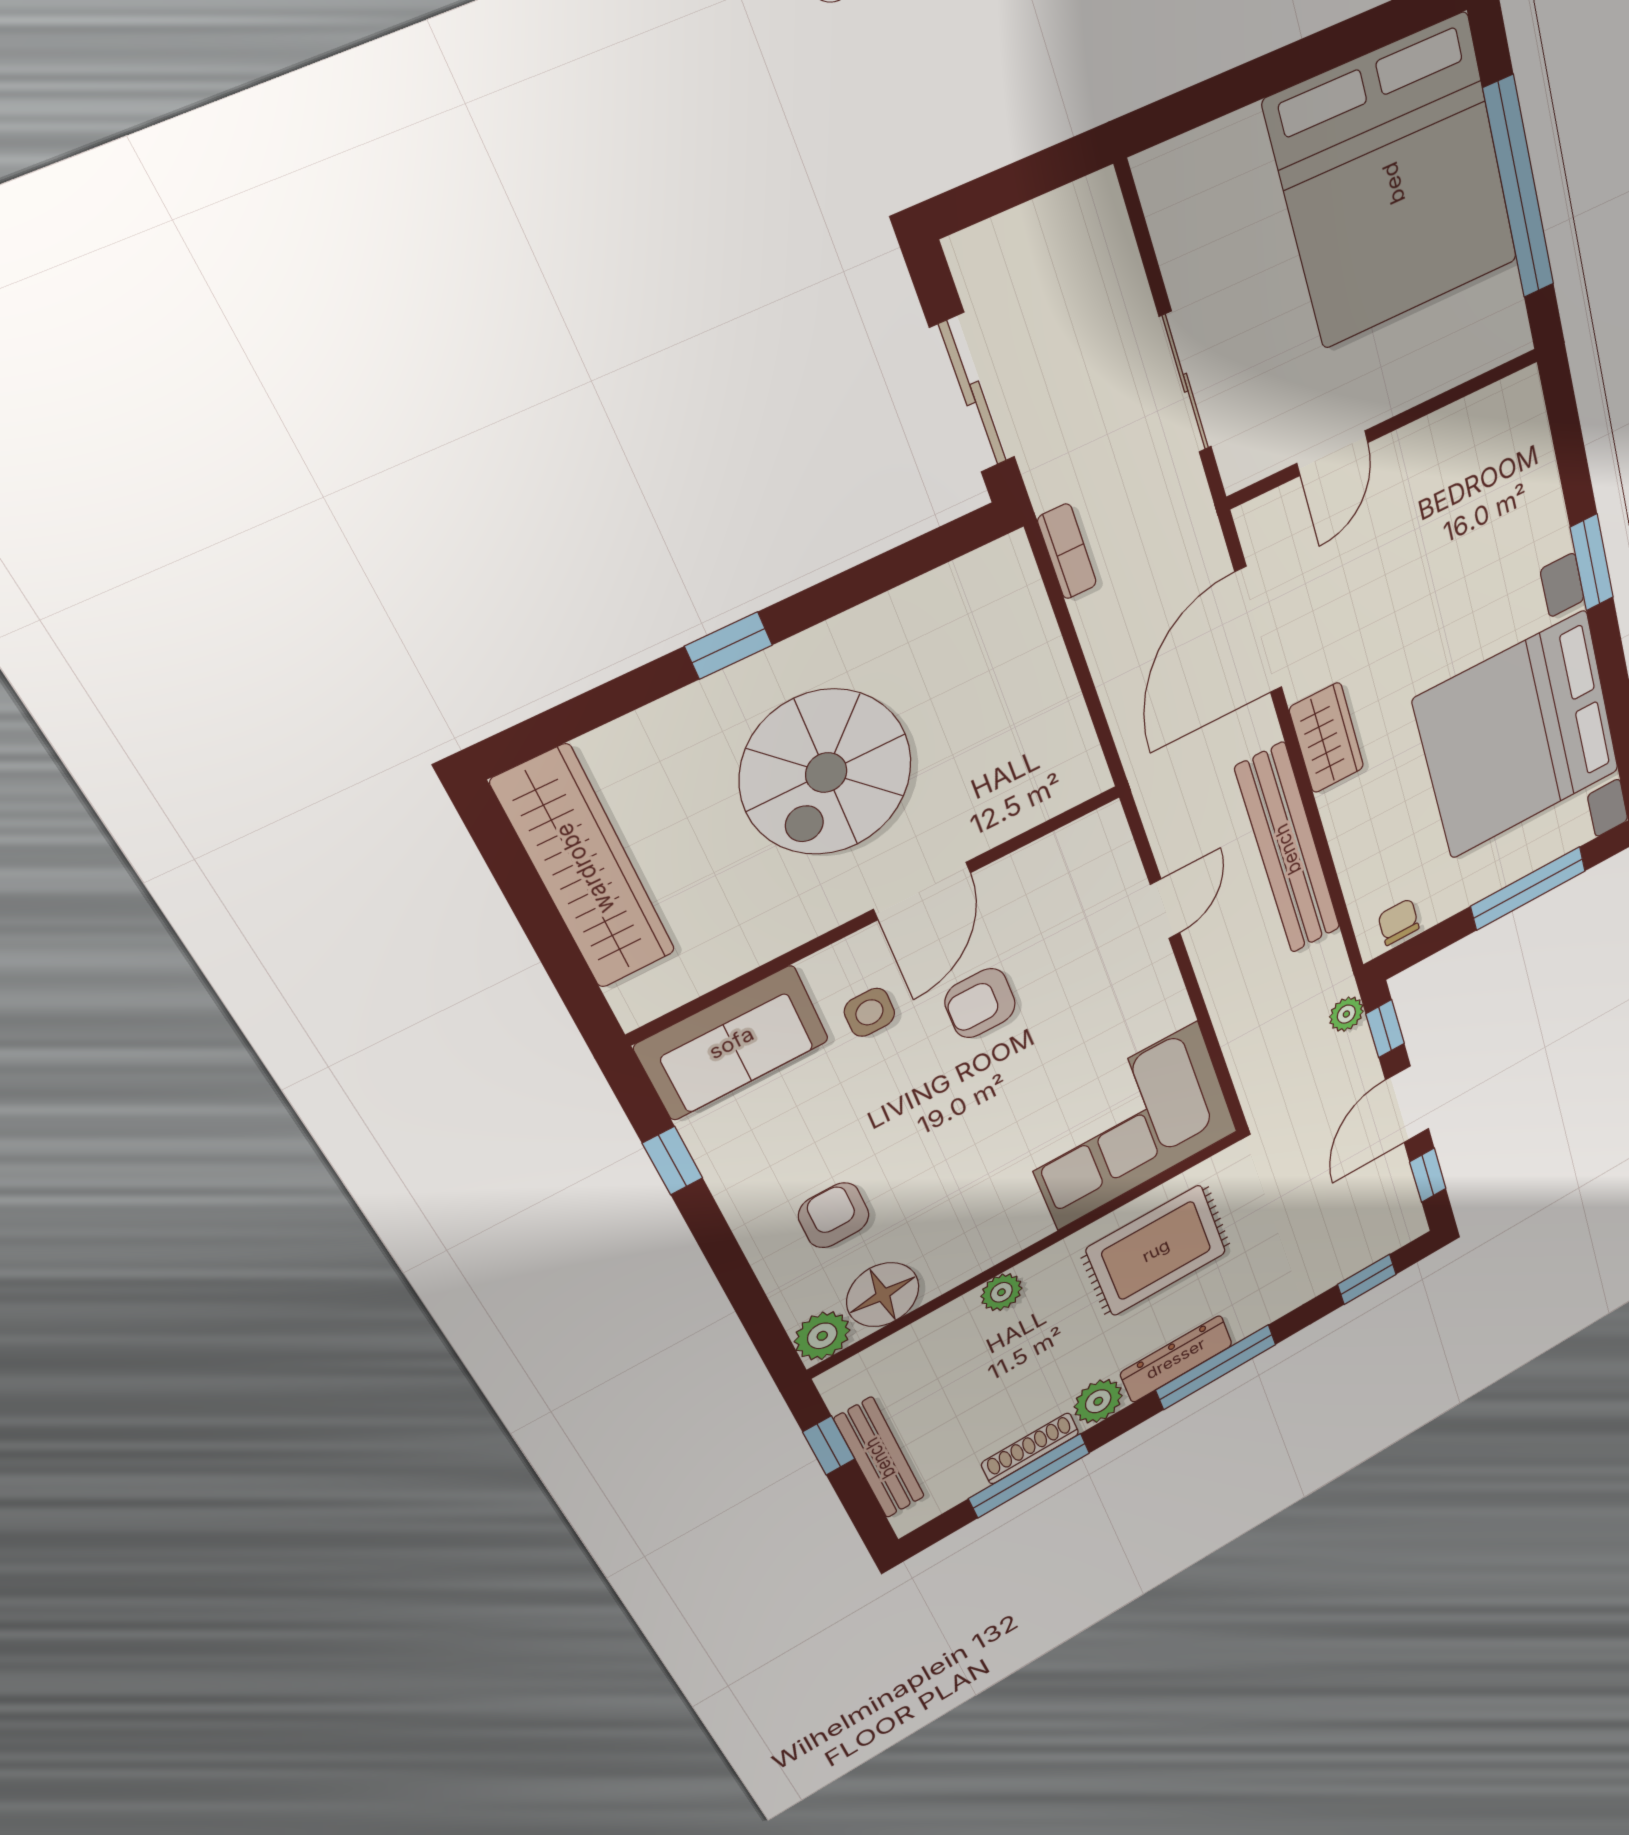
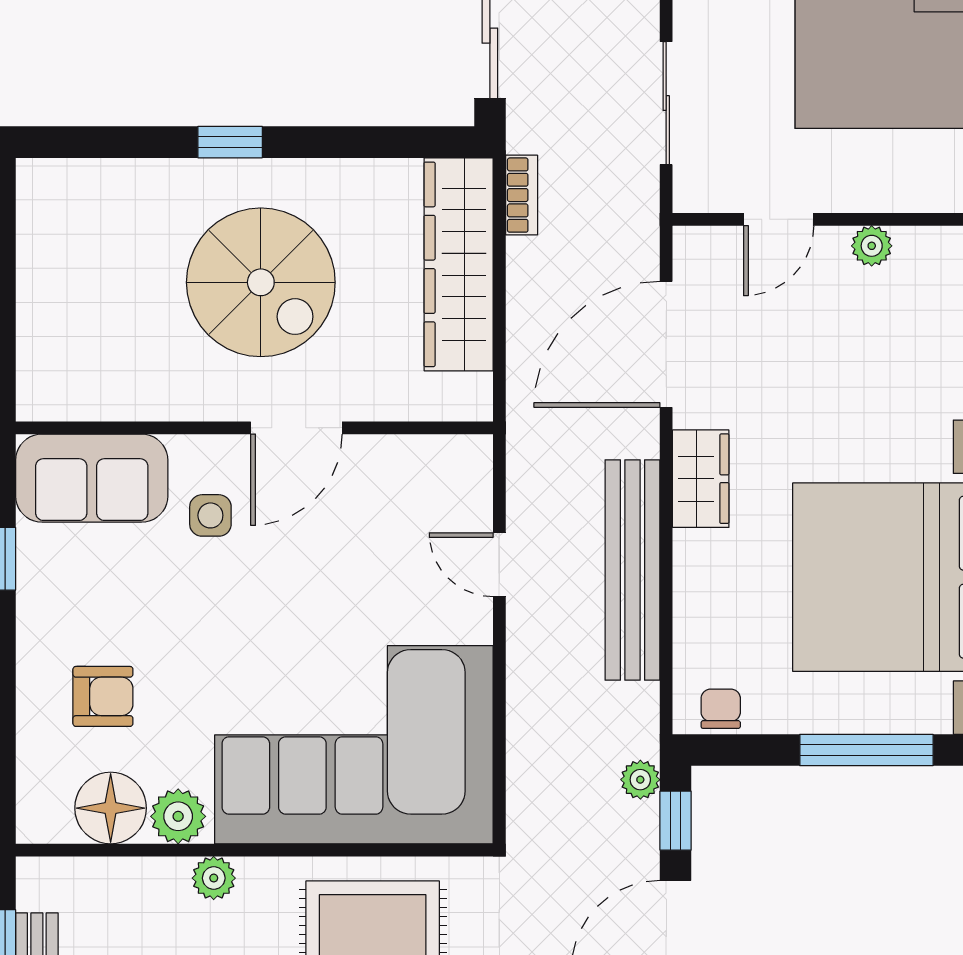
plant: (1428, 437) -> (872, 246), added
spiral stairs: (826, 773) -> (261, 282), turned -90
wardrobe: (585, 868) -> (459, 264), moved, turned 180
door: (1165, 909) -> (499, 565), swing flipped
armchair: (980, 1003) -> (305, 562), removed
corner sofa: (1127, 1126) -> (354, 745), width x1.36, depth x1.36
armchair: (834, 1215) -> (103, 696), turned 90
plant: (822, 1336) -> (178, 816), moved

